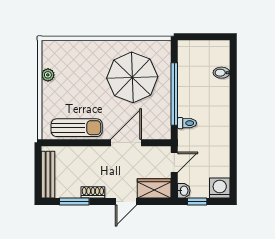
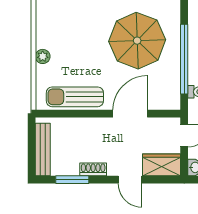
plant: (48, 75) -> (43, 56), moved
sun lounger: (77, 128) -> (75, 97), turned 180
door: (126, 202) -> (130, 180), hinge flipped

